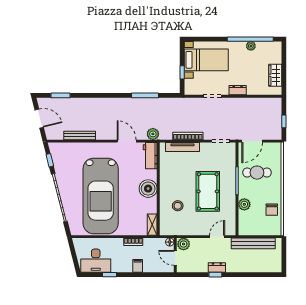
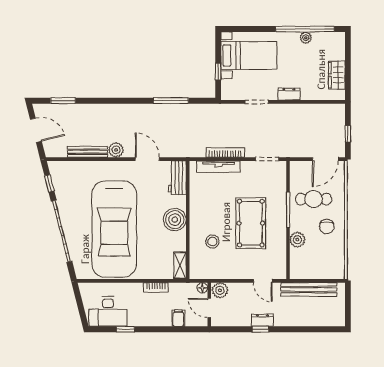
plant: (153, 134) -> (116, 150), moved
door: (252, 141) -> (325, 159), moved
chair: (272, 210) -> (327, 227), moved
door: (217, 237) -> (263, 281), swing flipped
filing cabinet: (138, 266) -> (178, 318), moved

